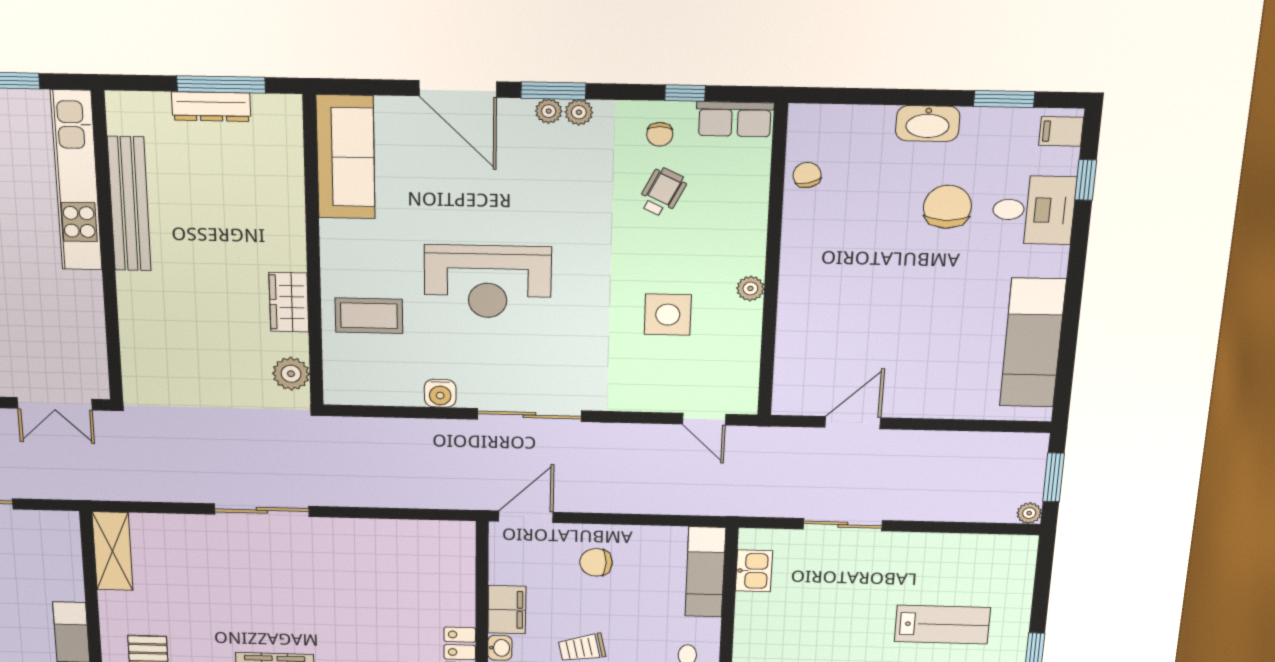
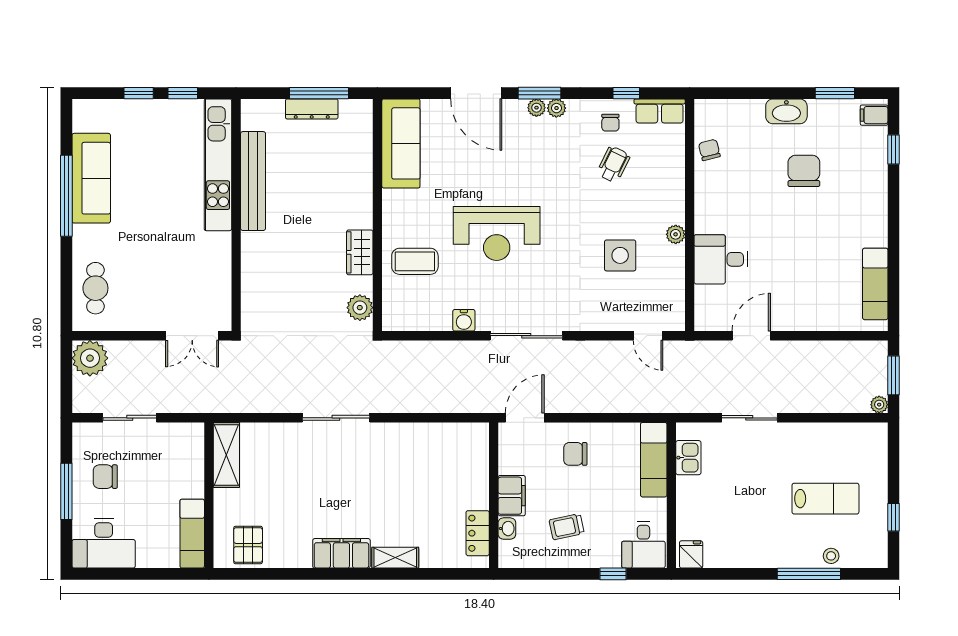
desk: (1033, 210) -> (721, 259), moved, turned 180
exam couch: (1033, 343) -> (875, 284), width x0.73, depth x0.69

